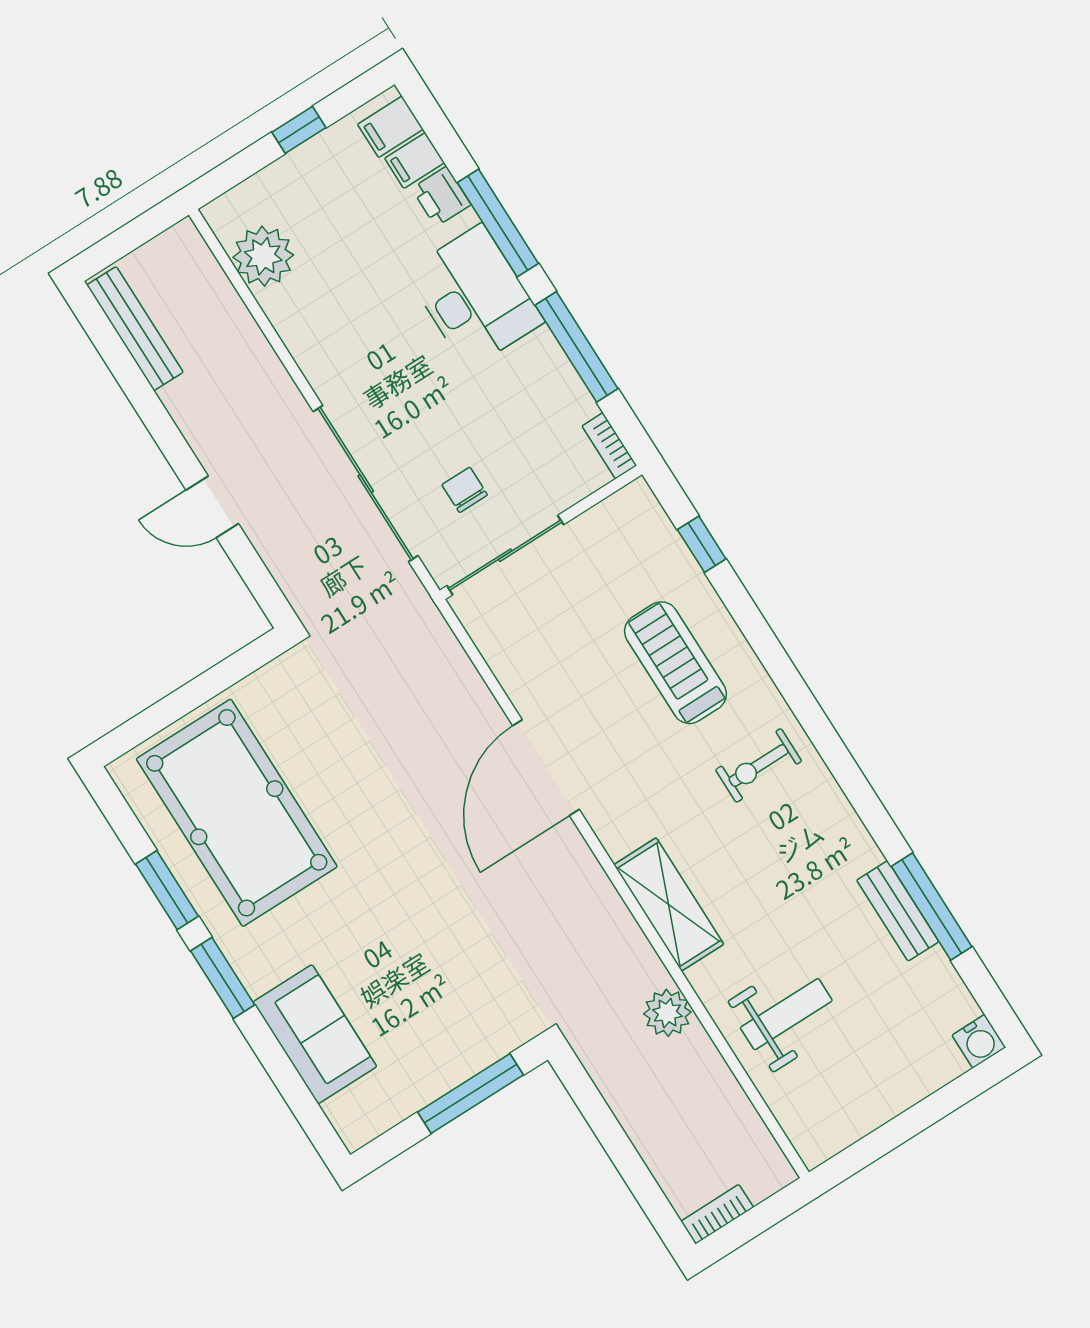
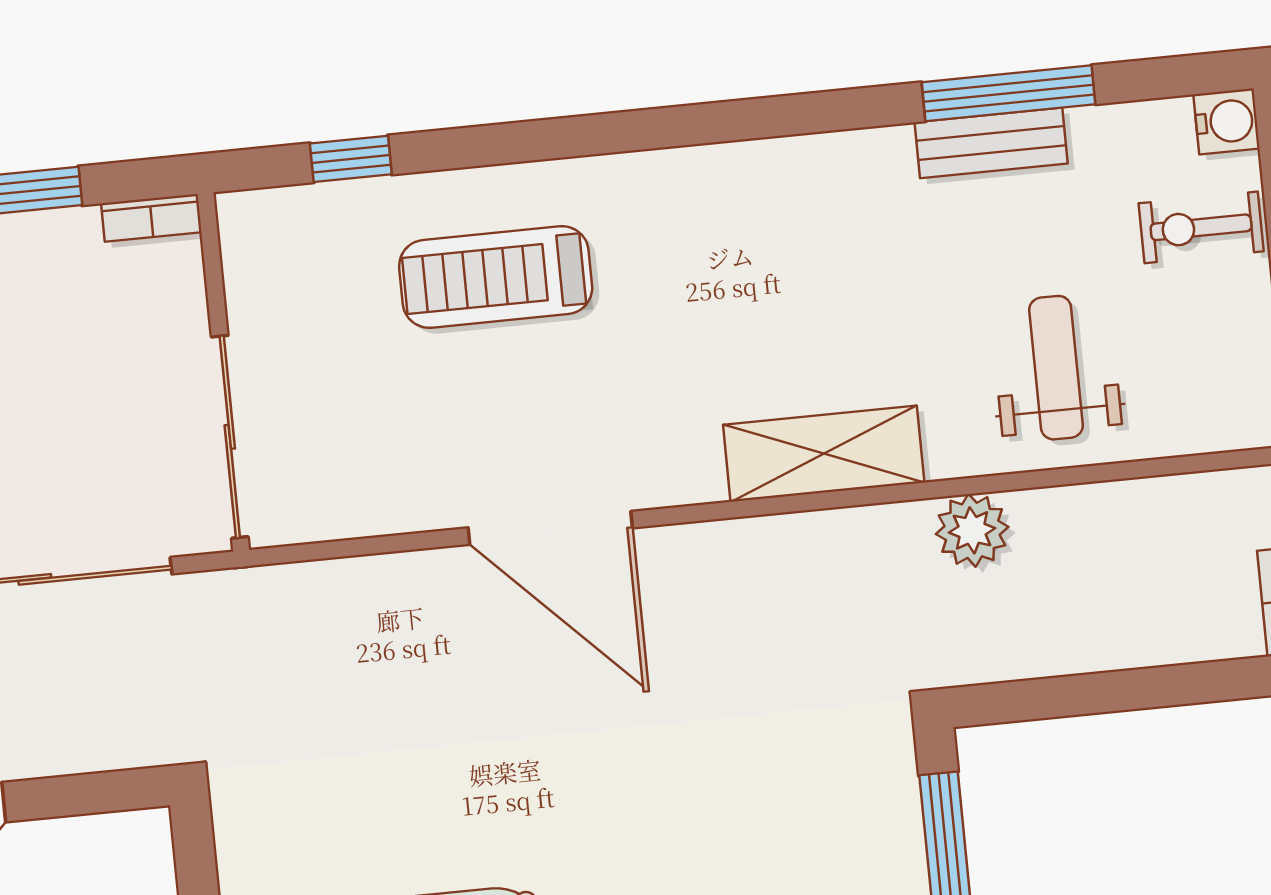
chair: (465, 490) -> (112, 447), removed
exercise bike: (759, 765) -> (1201, 227), moved, turned 90

